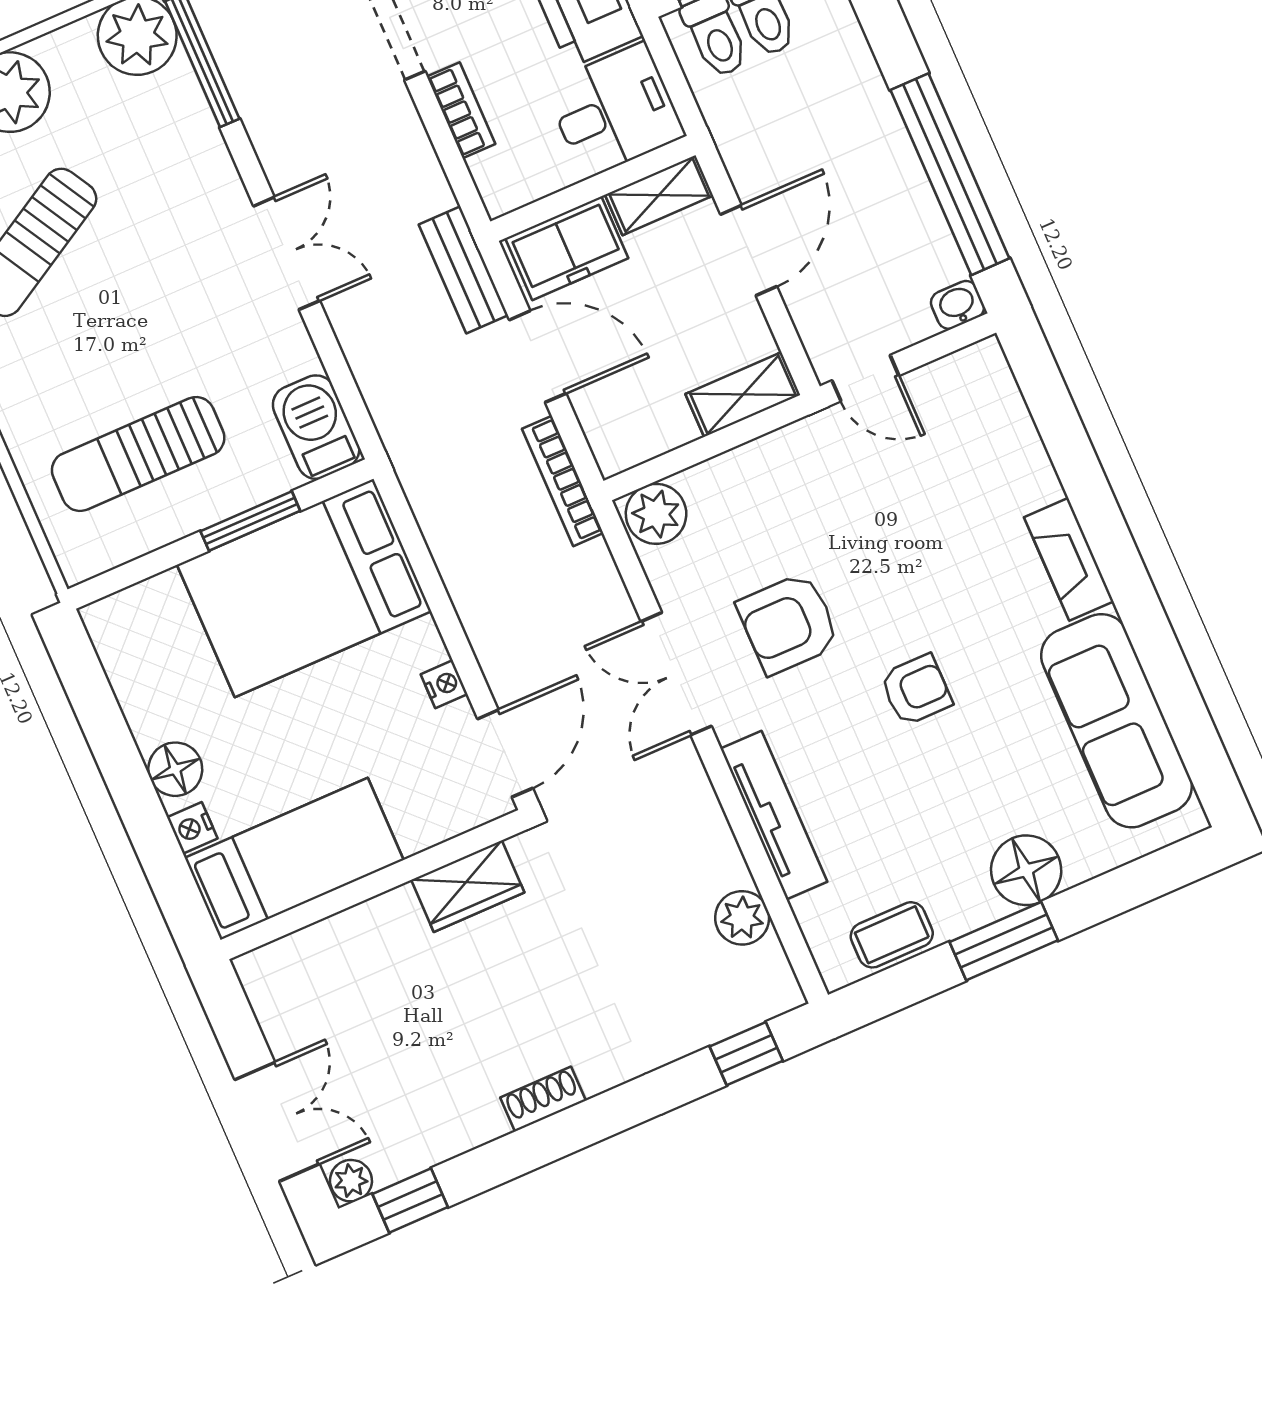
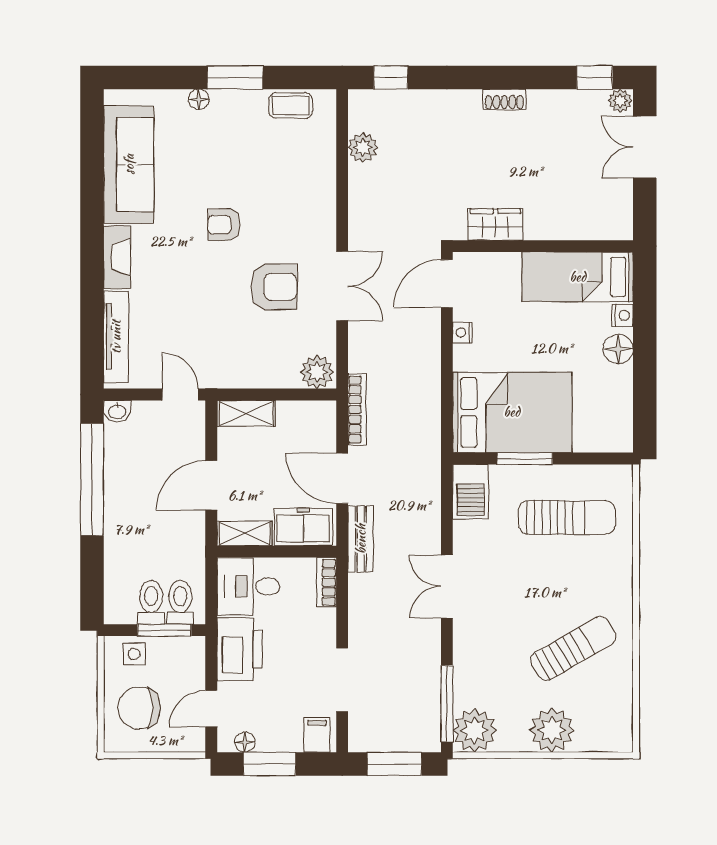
bookcase: (461, 110) -> (326, 582), moved
tv unit: (774, 815) -> (116, 337), moved, turned 180
floor lamp: (1026, 870) -> (199, 99), width x0.53, depth x0.53

